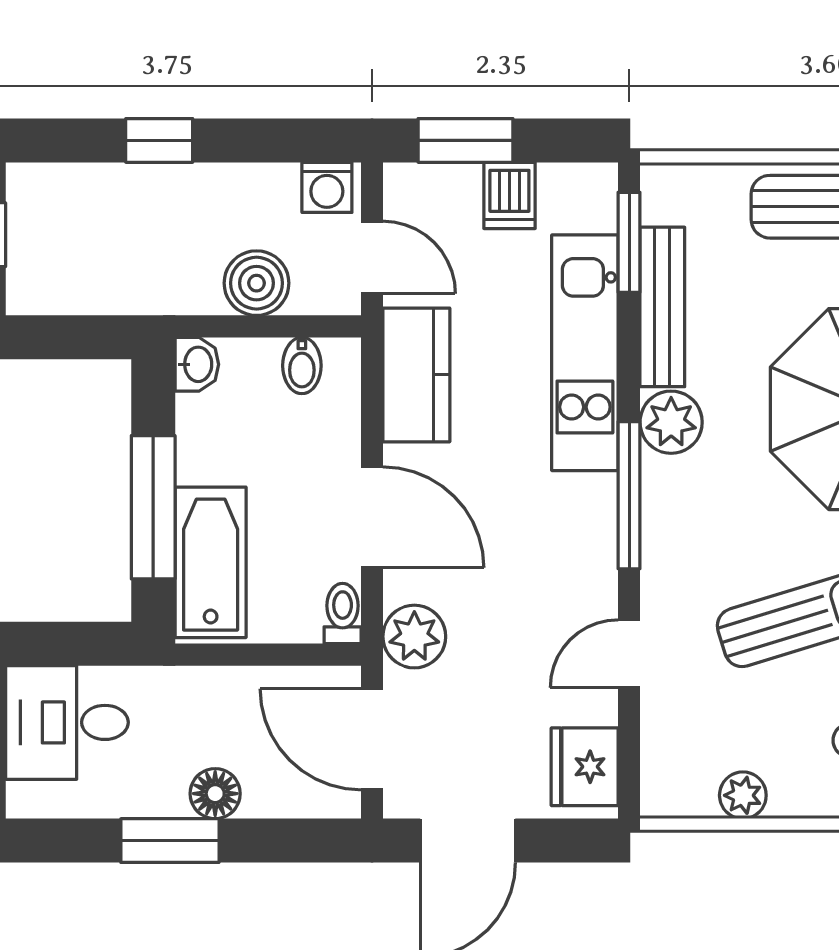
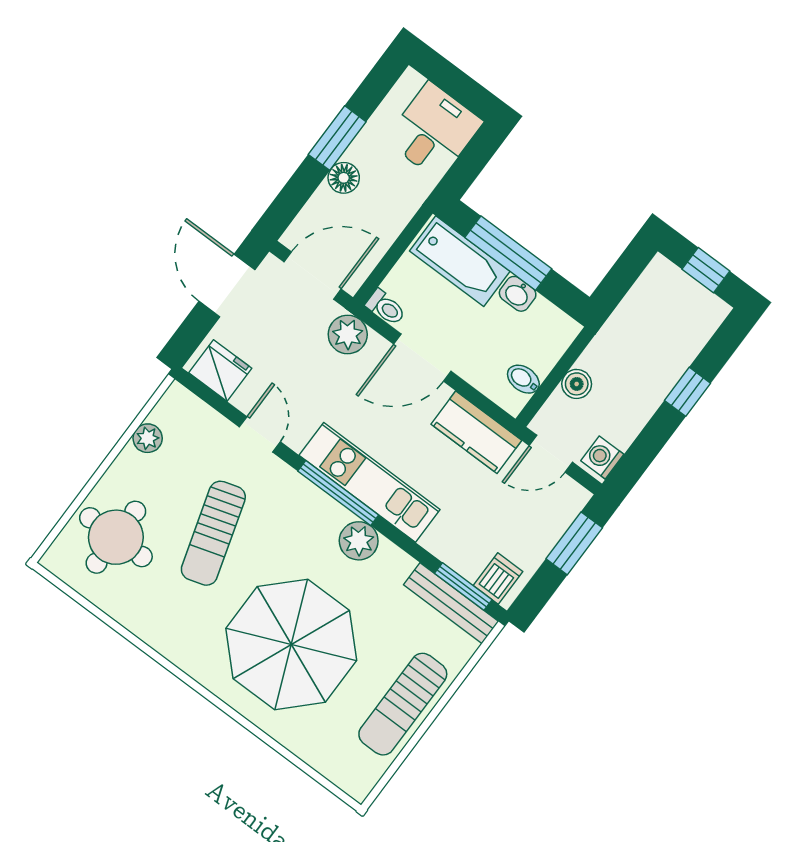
dishwasher: (509, 195) -> (498, 579), moved, turned 90
boiler: (257, 283) -> (577, 384), width x0.73, depth x0.73
bench: (662, 307) -> (451, 603), moved
kitchen unit: (585, 353) -> (370, 482), moved
washbasin: (197, 364) -> (518, 294), moved

